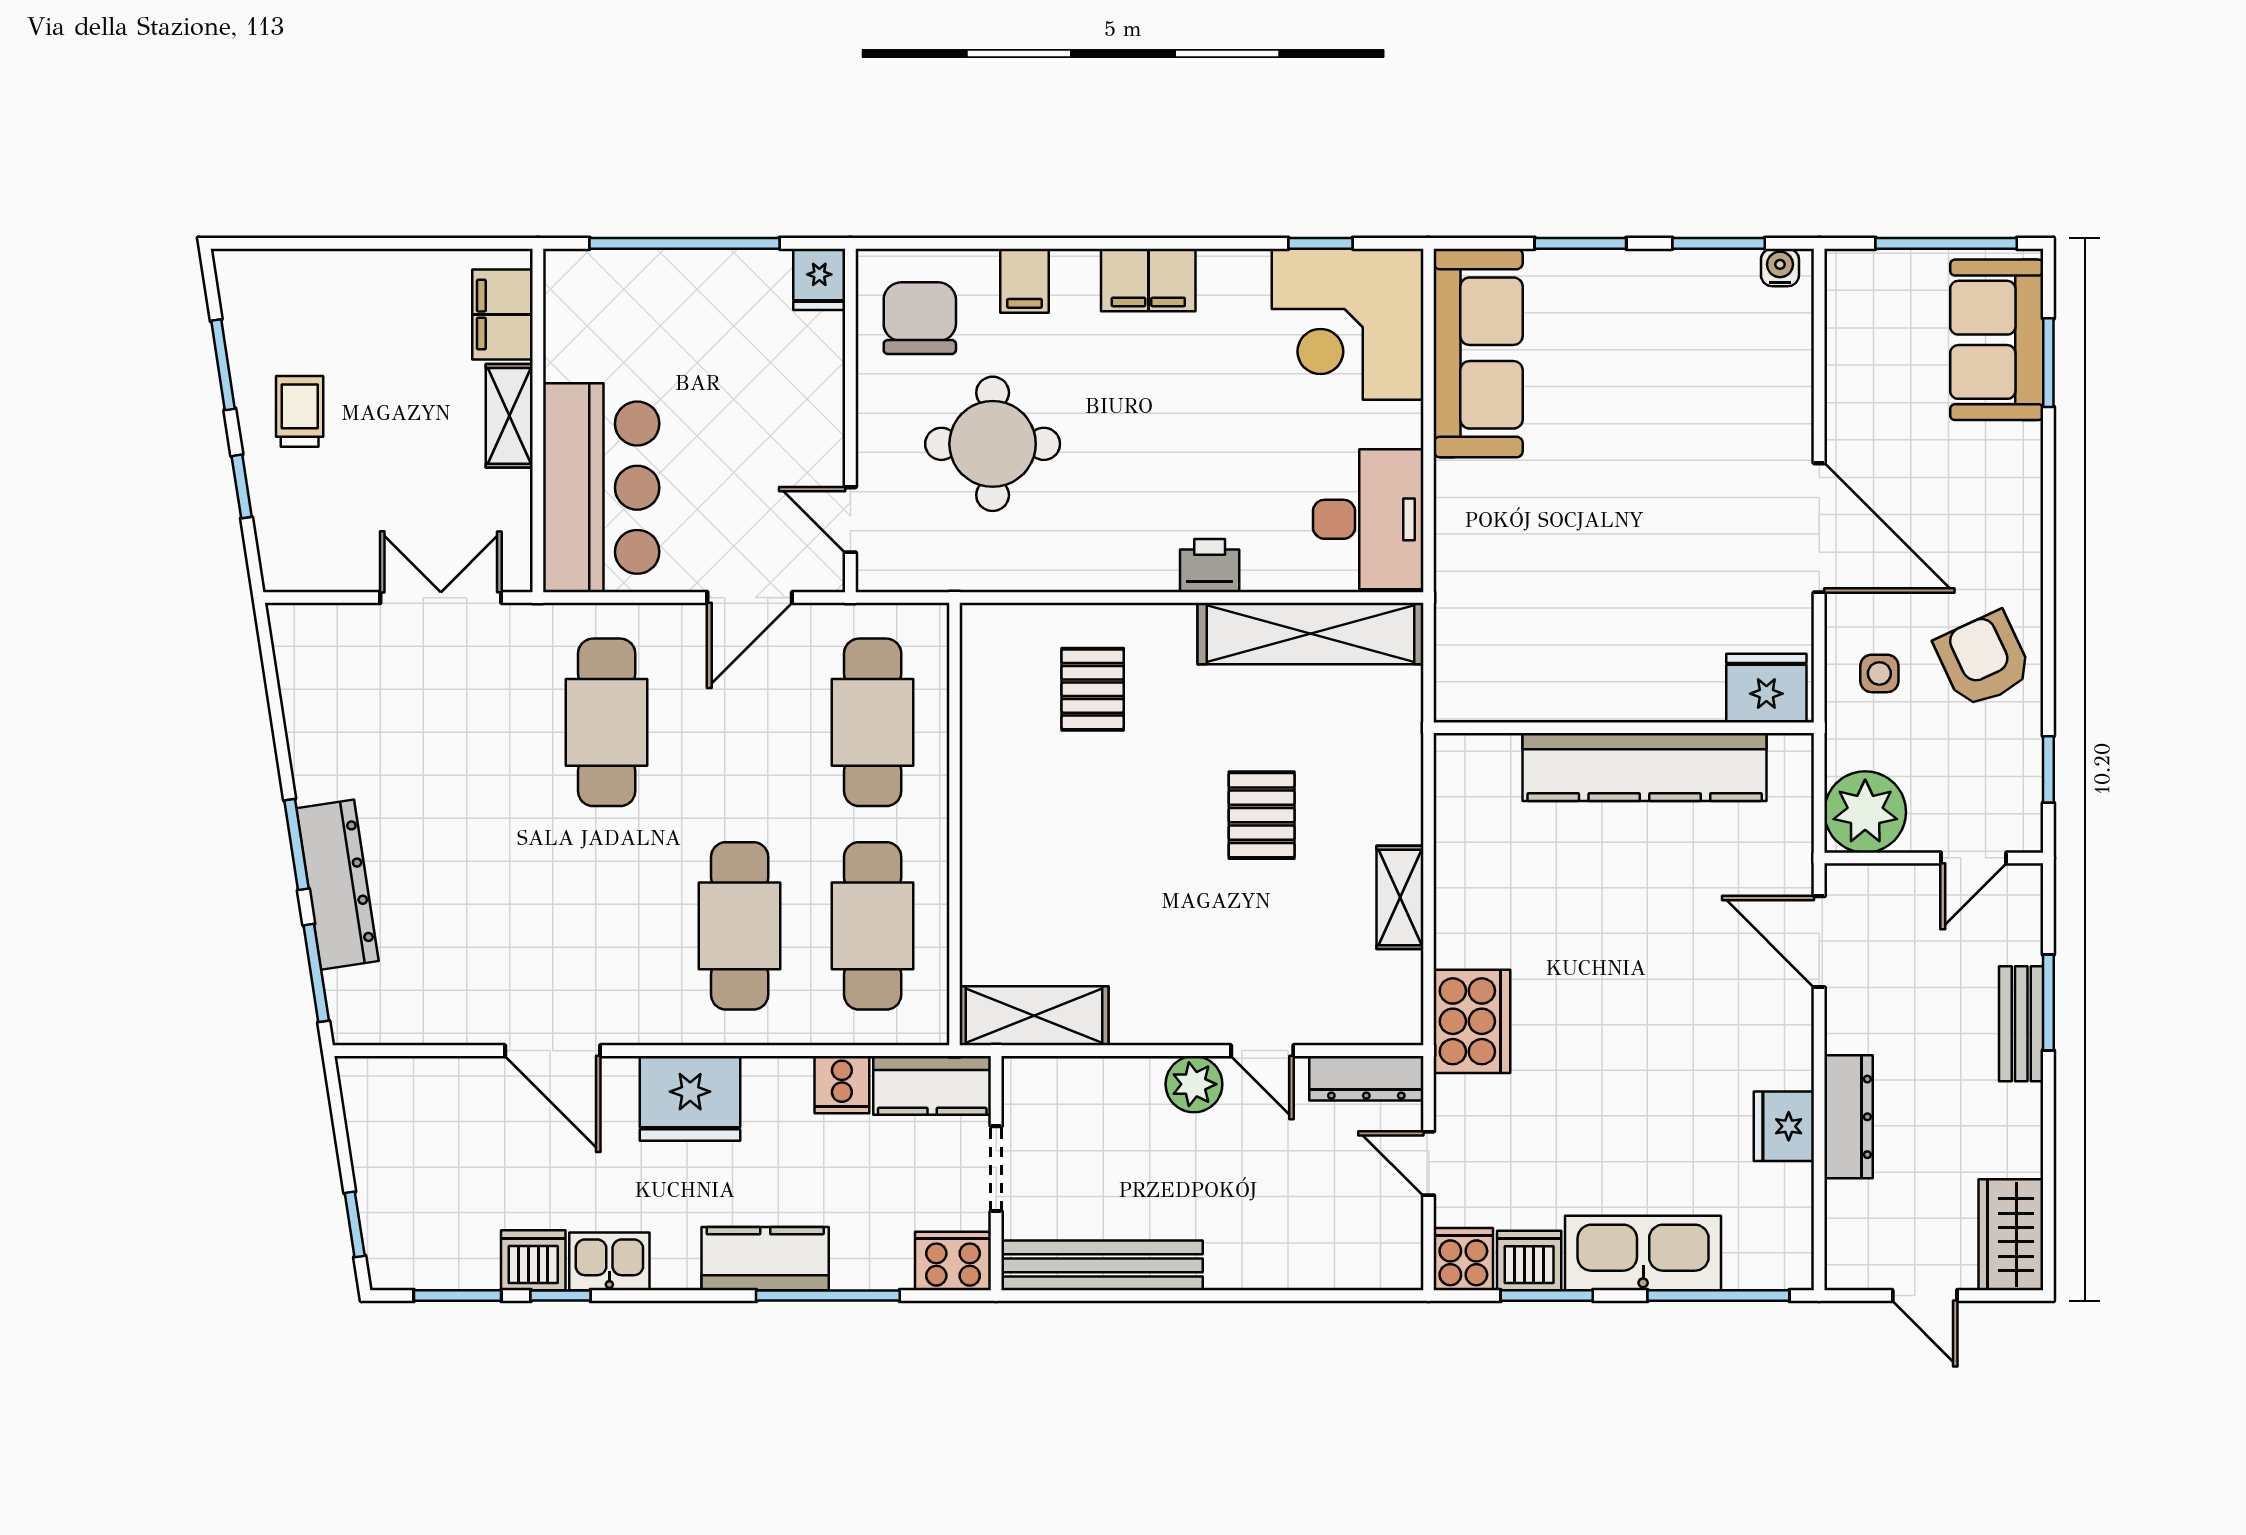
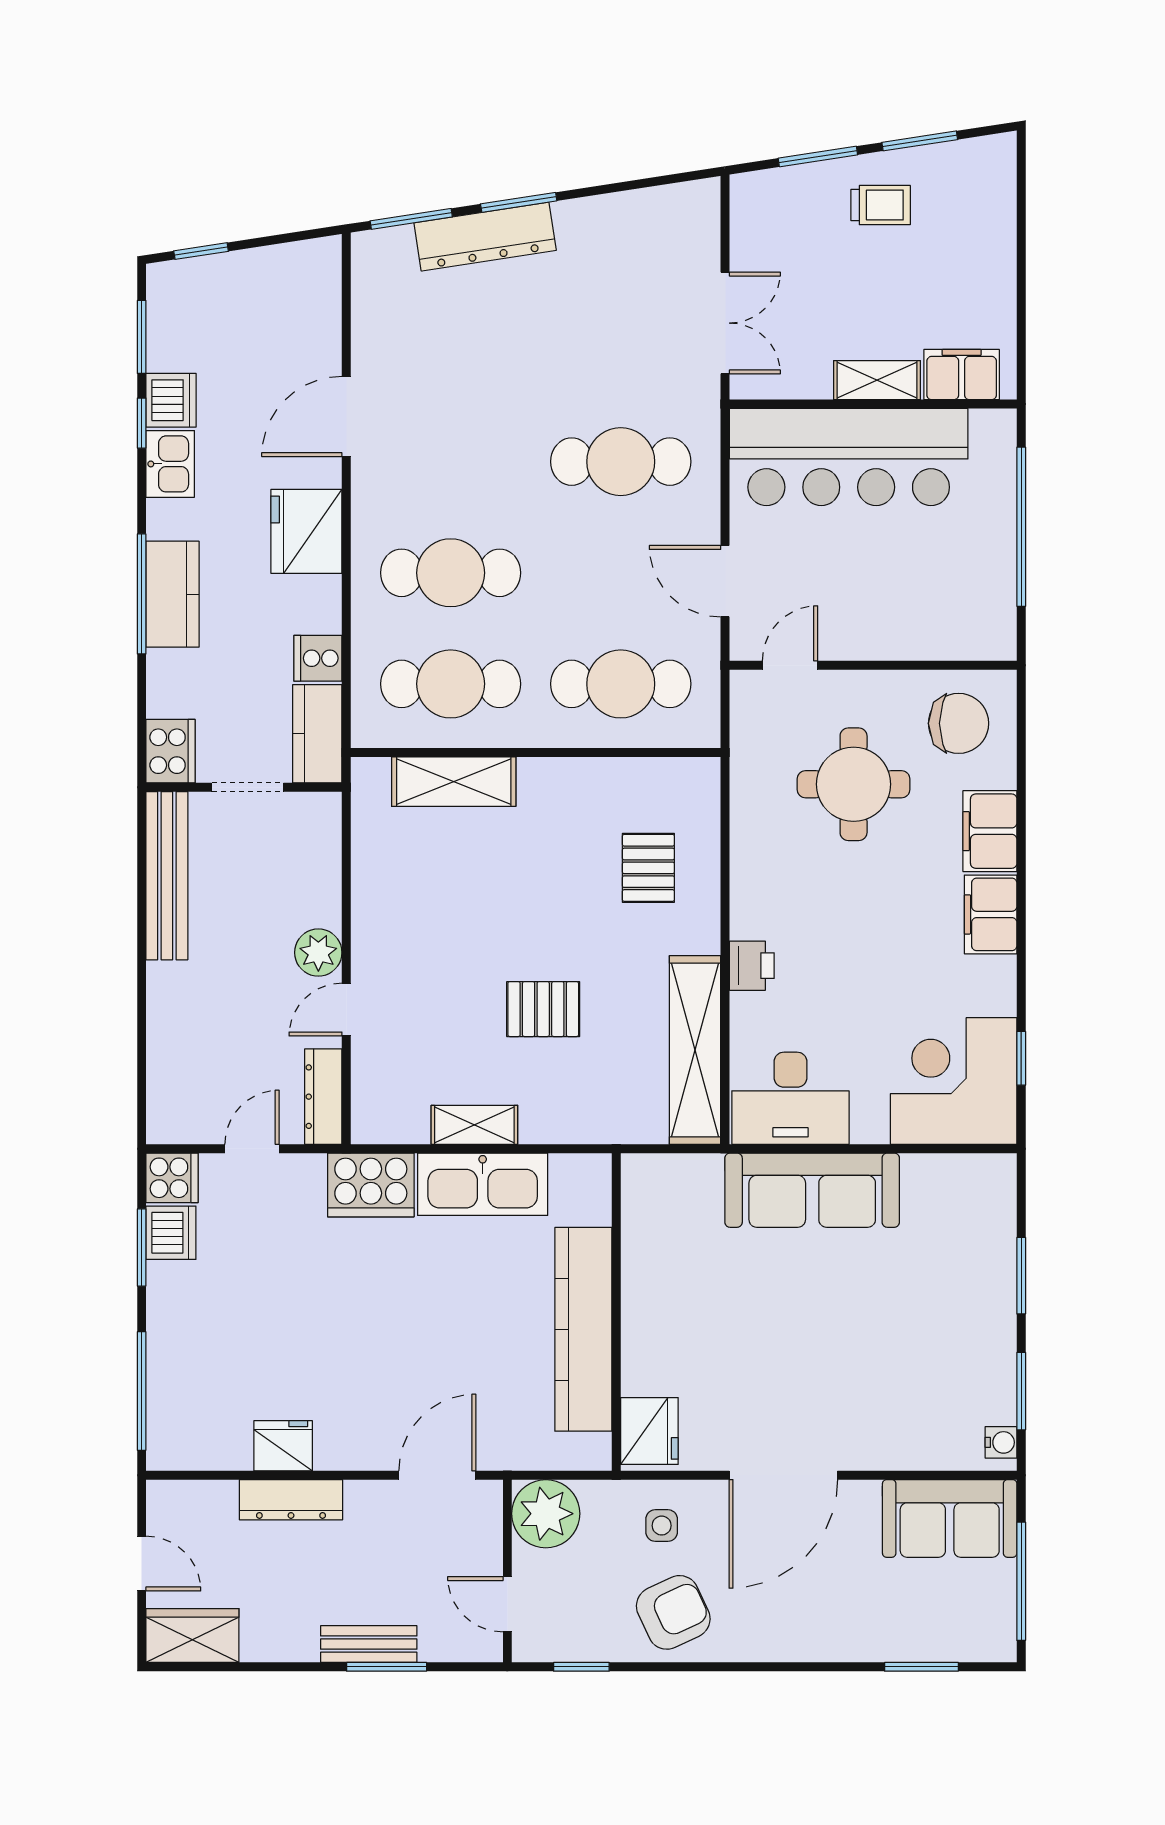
fridge: (819, 279) -> (991, 639), removed
filing cabinet: (1025, 281) -> (990, 831), width x2.00
sofa: (1997, 340) -> (950, 1518), moved, turned 180
sofa: (1478, 353) -> (812, 1190), moved
window: (242, 486) -> (818, 157), width x1.50
bar counter: (601, 488) -> (849, 457), width x1.36
pallet: (1093, 689) -> (648, 868), turned 90
shelving: (1034, 1016) -> (454, 782), moved, turned 90
kitchen sink: (1643, 1253) -> (483, 1184), moved, turned 90
window: (828, 1296) -> (142, 594), moved
door: (1925, 1296) -> (142, 1564), swing flipped

